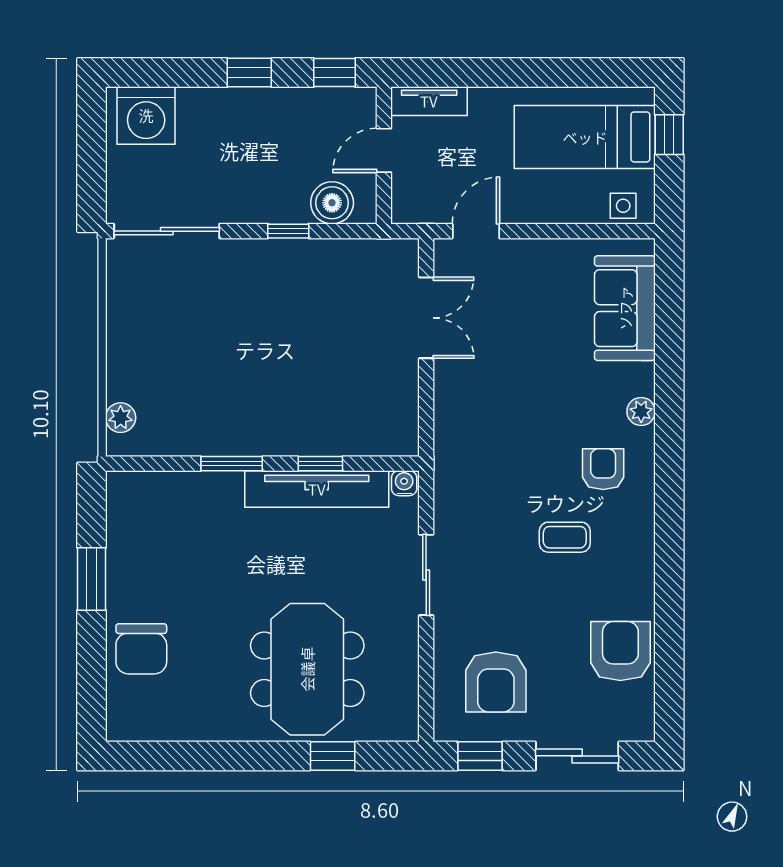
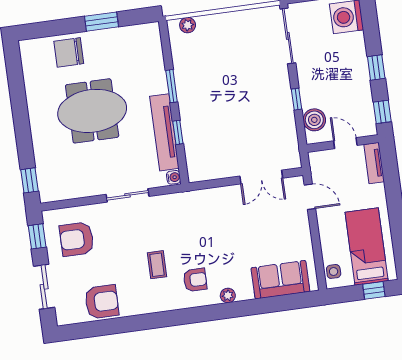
meeting table: (307, 669) -> (92, 111), moved
window: (333, 756) -> (29, 180), moved

